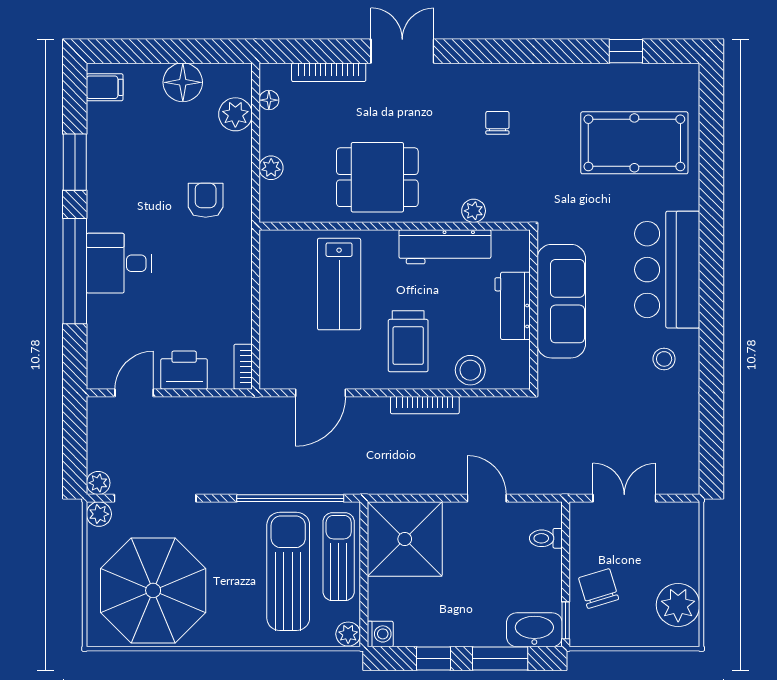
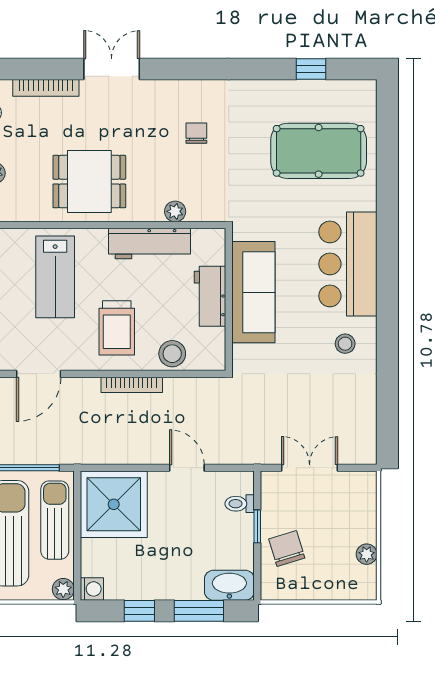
plant: (678, 605) -> (367, 554), width x0.53, depth x0.53
window: (566, 620) -> (257, 526), moved

